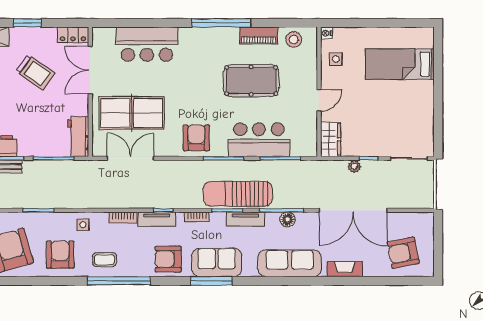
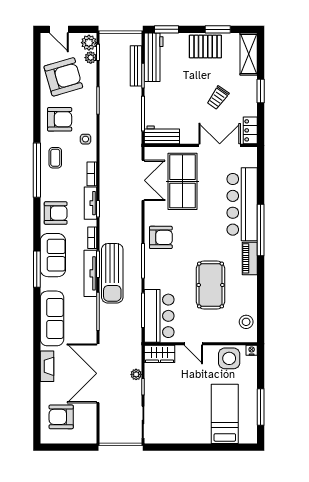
window: (221, 23) -> (261, 230), moved
window: (392, 23) -> (261, 407), added
piano: (259, 35) -> (250, 258), moved
bar counter: (147, 44) -> (242, 204), width x1.36
side table: (336, 59) -> (229, 358), width x1.87, depth x1.87
trolley: (35, 72) -> (218, 98), width x0.73, depth x0.72
bar counter: (259, 140) -> (159, 316), moved
sun lounger: (238, 194) -> (112, 273), turned 180
tv unit: (245, 219) -> (90, 273), width x1.41
floor lamp: (288, 219) -> (90, 317), removed
armchair: (403, 253) -> (61, 417), turned -79
armchair: (168, 259) -> (56, 213), turned 90
window: (211, 281) -> (37, 269), moved

